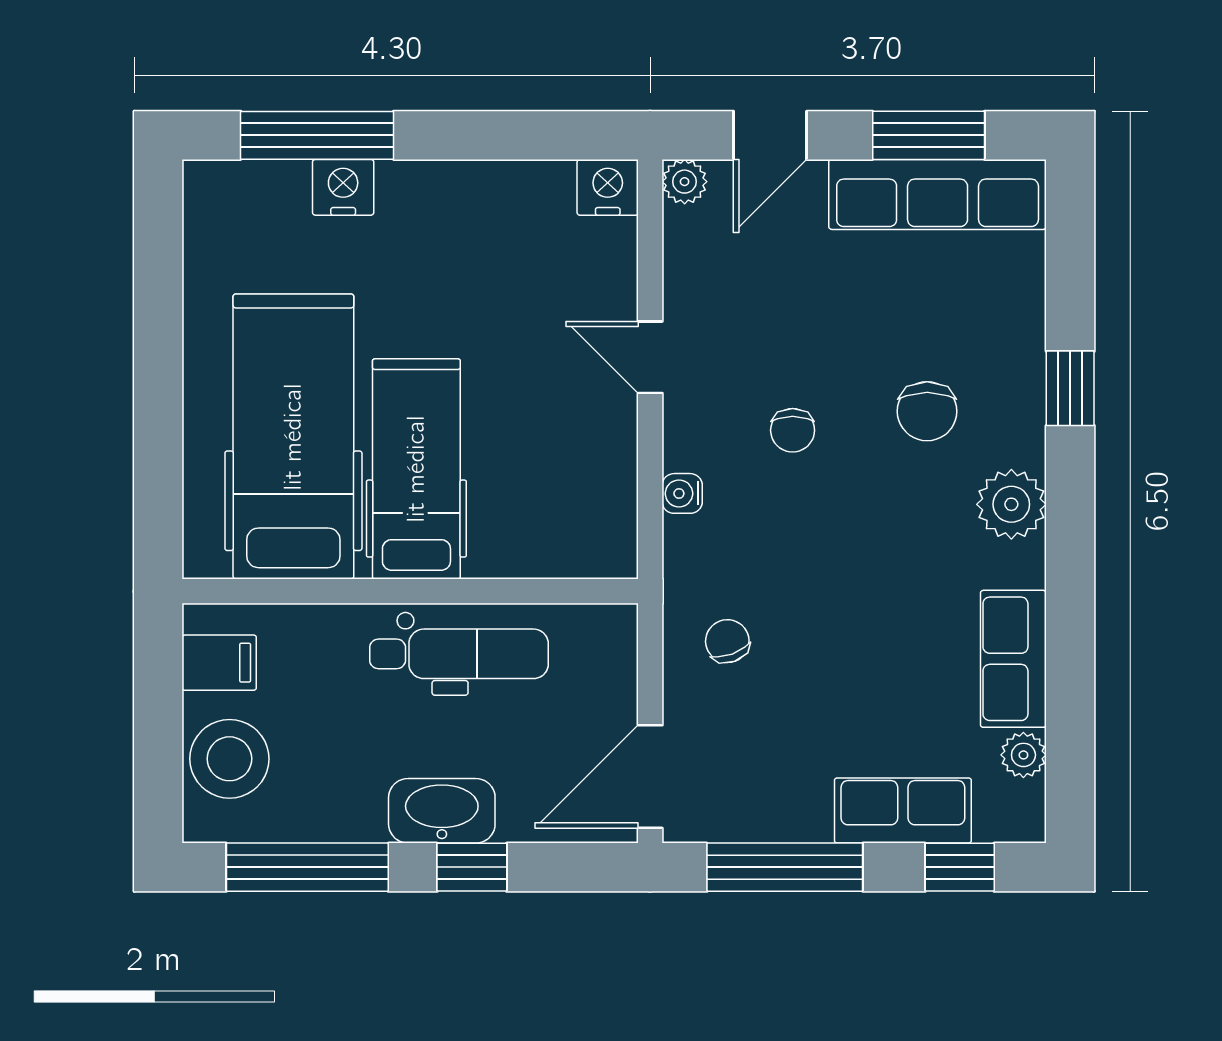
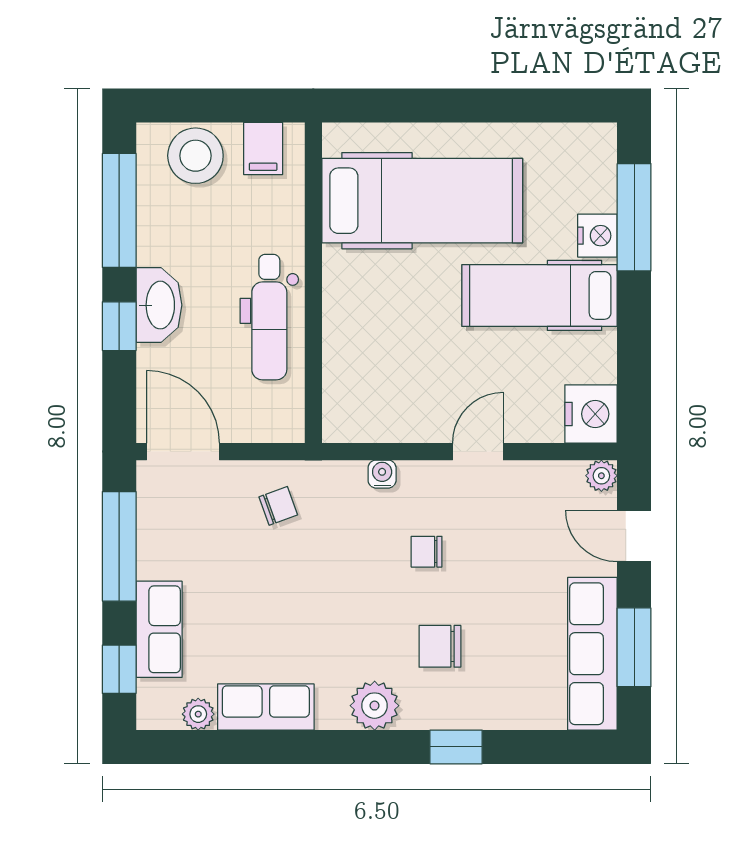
nightstand: (608, 187) -> (591, 414), width x1.36, depth x1.33
hospital bed: (416, 469) -> (540, 295), moved, turned 180

